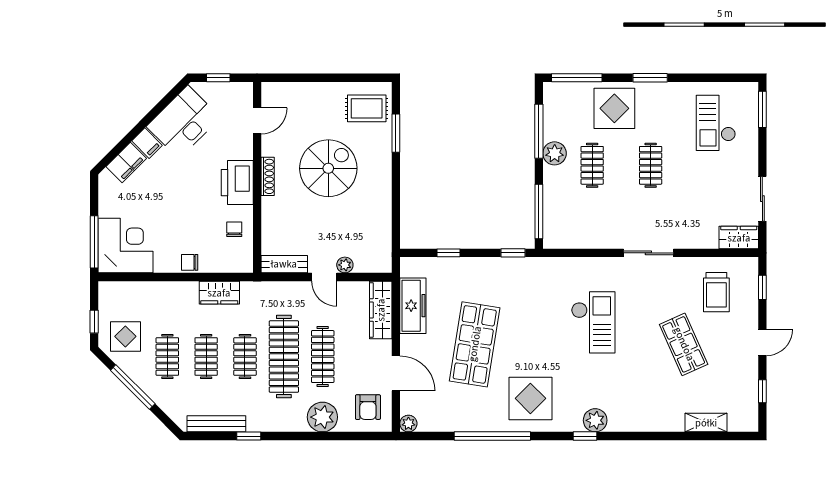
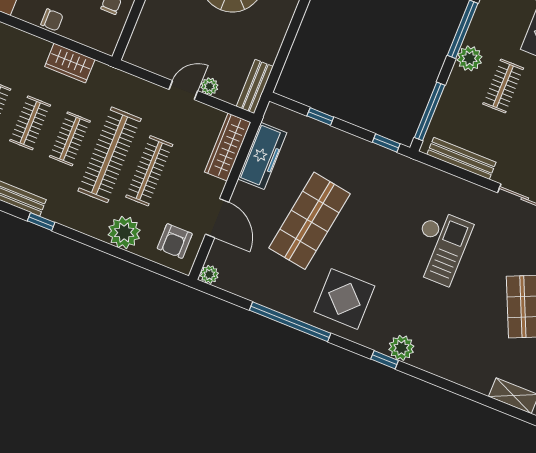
bench: (581, 240) -> (461, 158), added
chair: (190, 262) -> (52, 20), turned 180
bench: (284, 264) -> (255, 87), moved, turned 90
door: (324, 277) -> (183, 90), swing flipped

